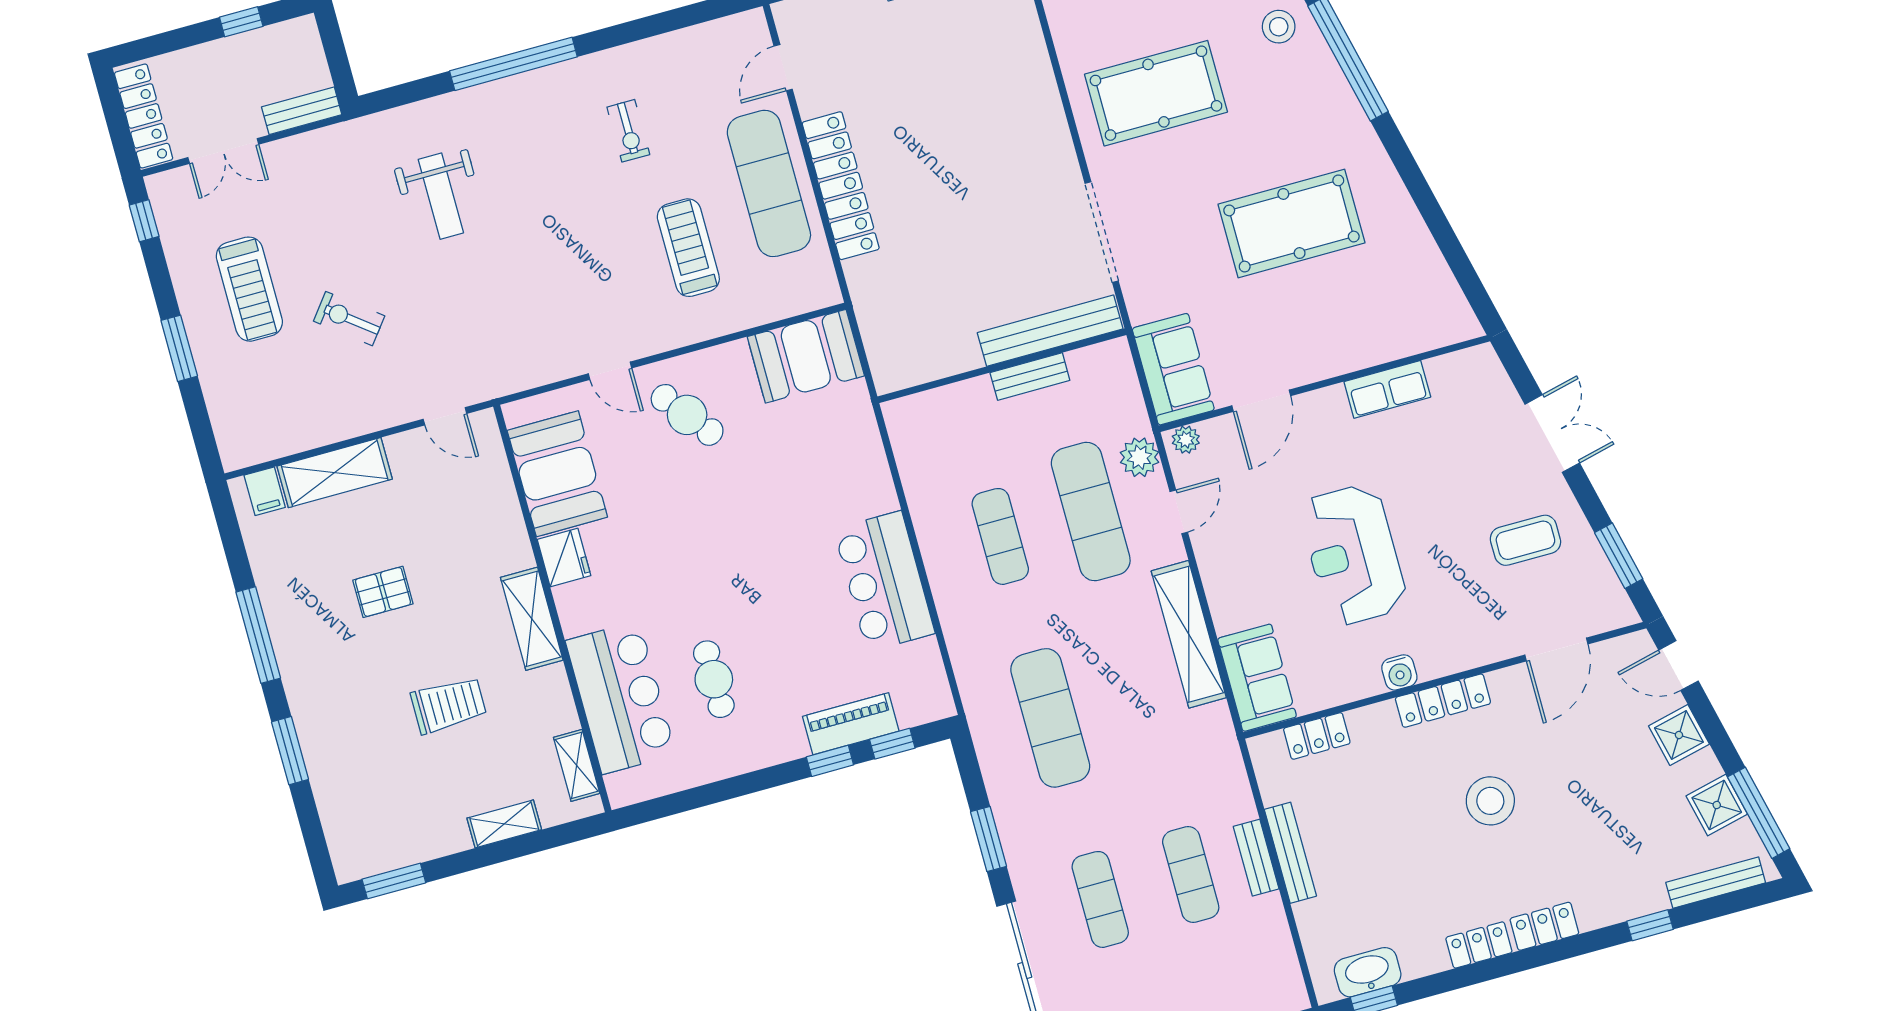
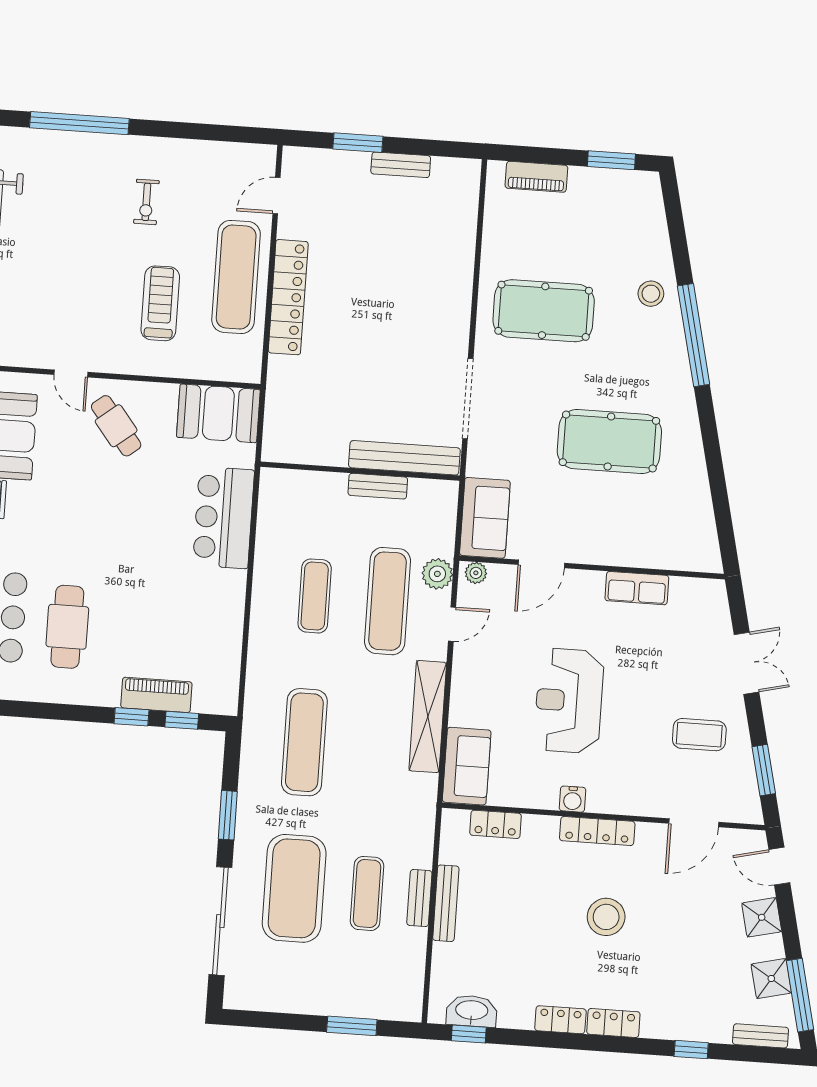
bar counter: (884, 581) -> (224, 518), moved
cafe table: (714, 679) -> (67, 627), width x1.37, depth x1.35
bench: (1716, 883) -> (760, 1036), width x0.73
exercise mat: (1100, 899) -> (294, 888), width x2.00, depth x1.45

